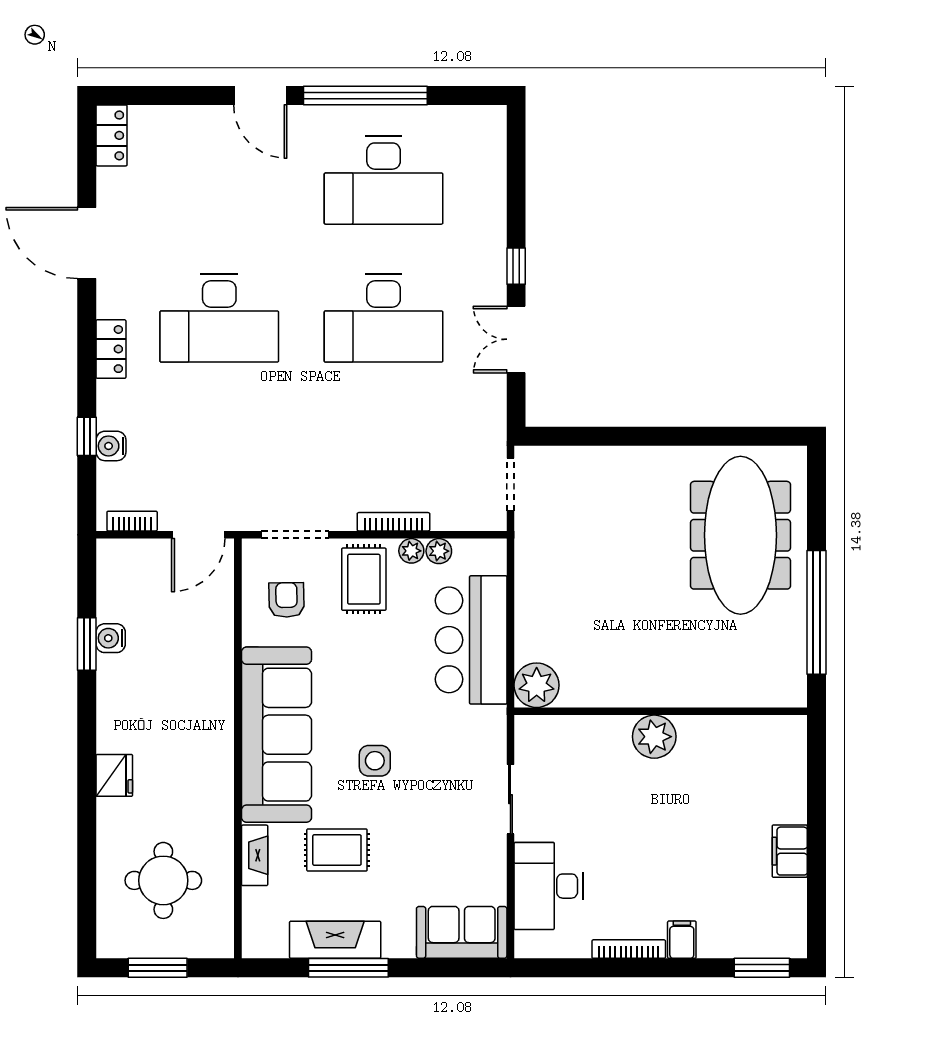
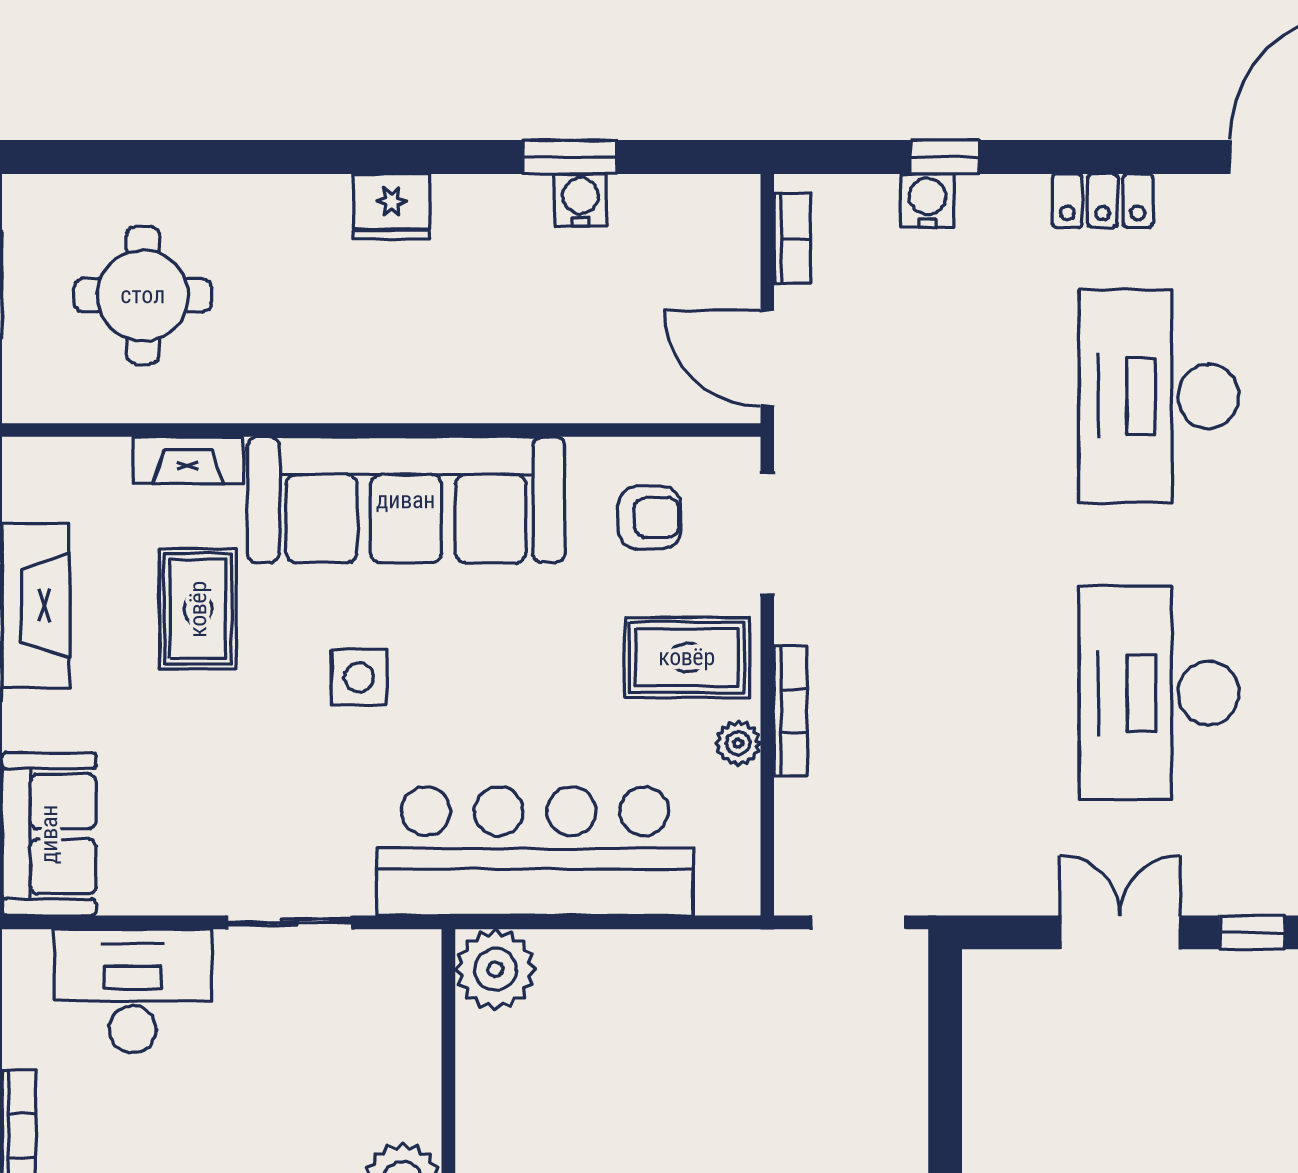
plant: (439, 551) -> (738, 793), removed
bar counter: (471, 640) -> (535, 851), width x1.36
fridge: (114, 775) -> (391, 207), moved

